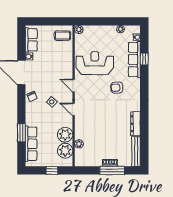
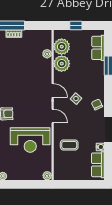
coffee table: (63, 36) -> (69, 145), moved
row of seats: (31, 144) -> (98, 48), width x0.68

